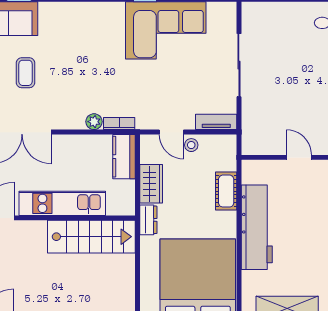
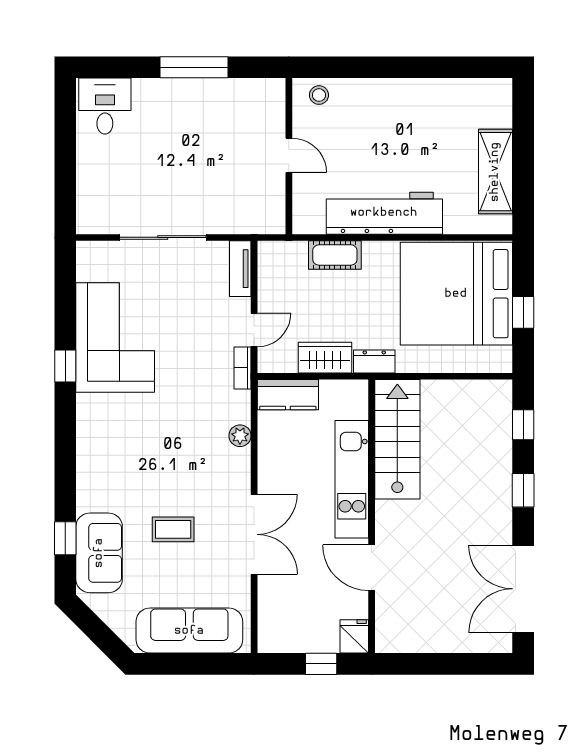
bookcase: (119, 124) -> (243, 368), moved
stool: (191, 145) -> (272, 303), removed
door: (299, 157) -> (289, 155), swing flipped

